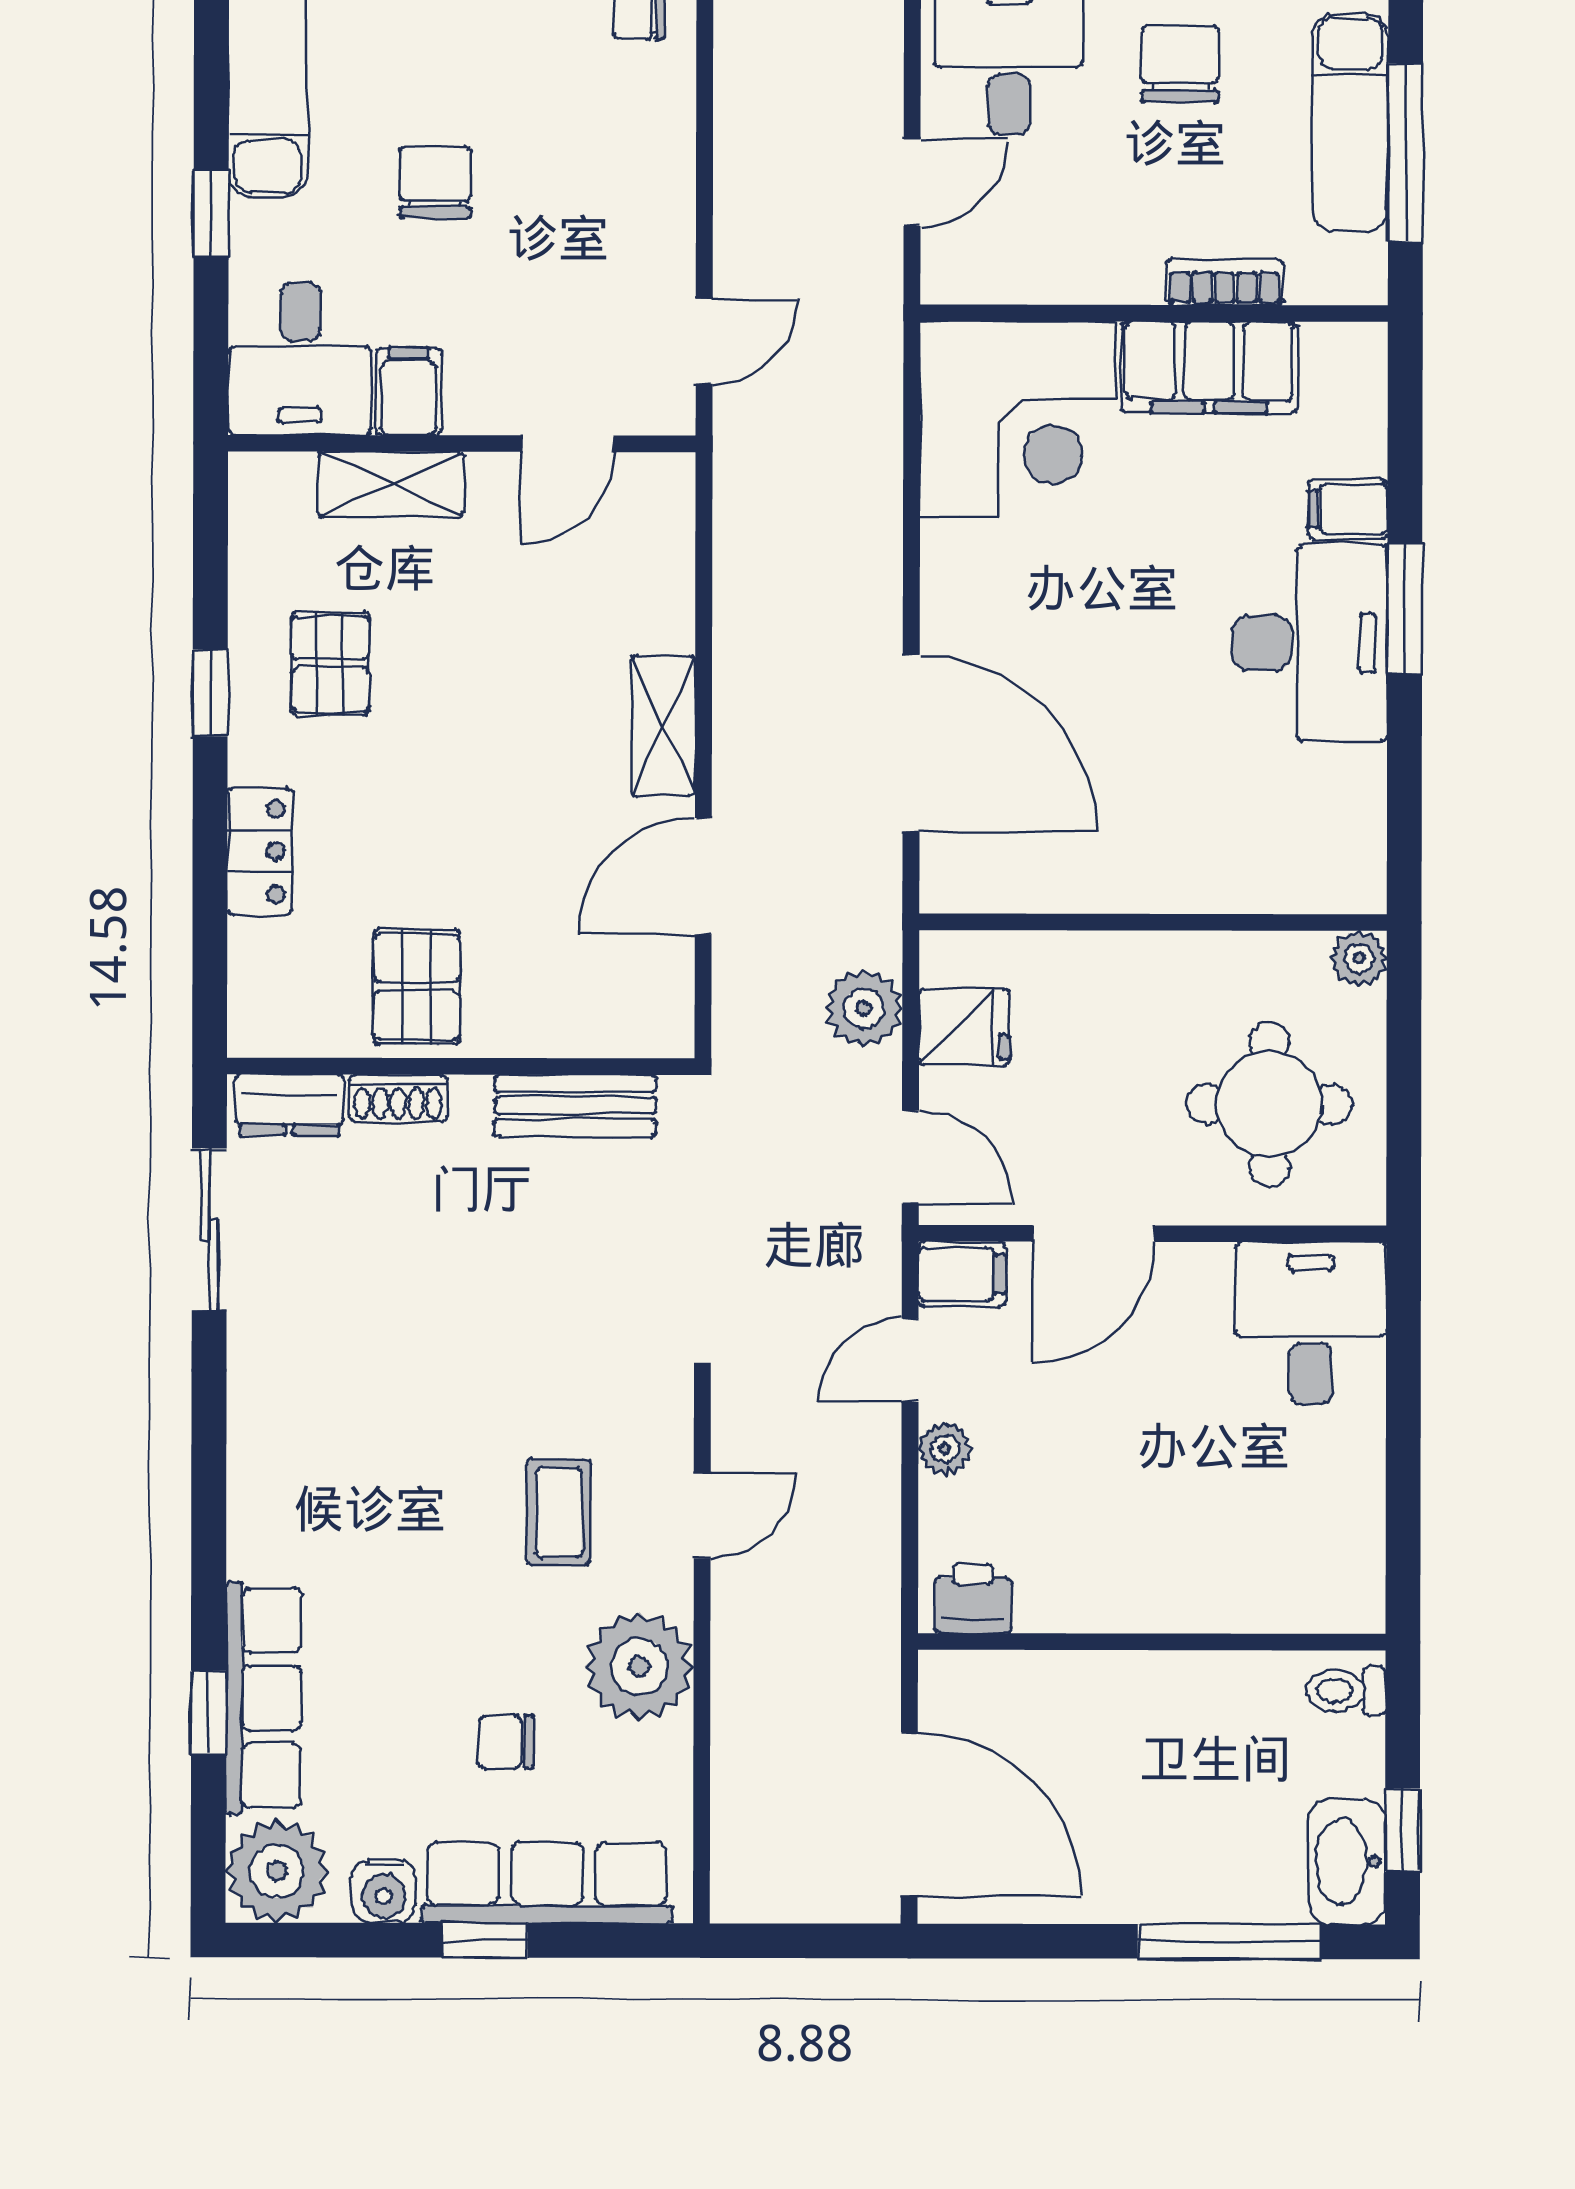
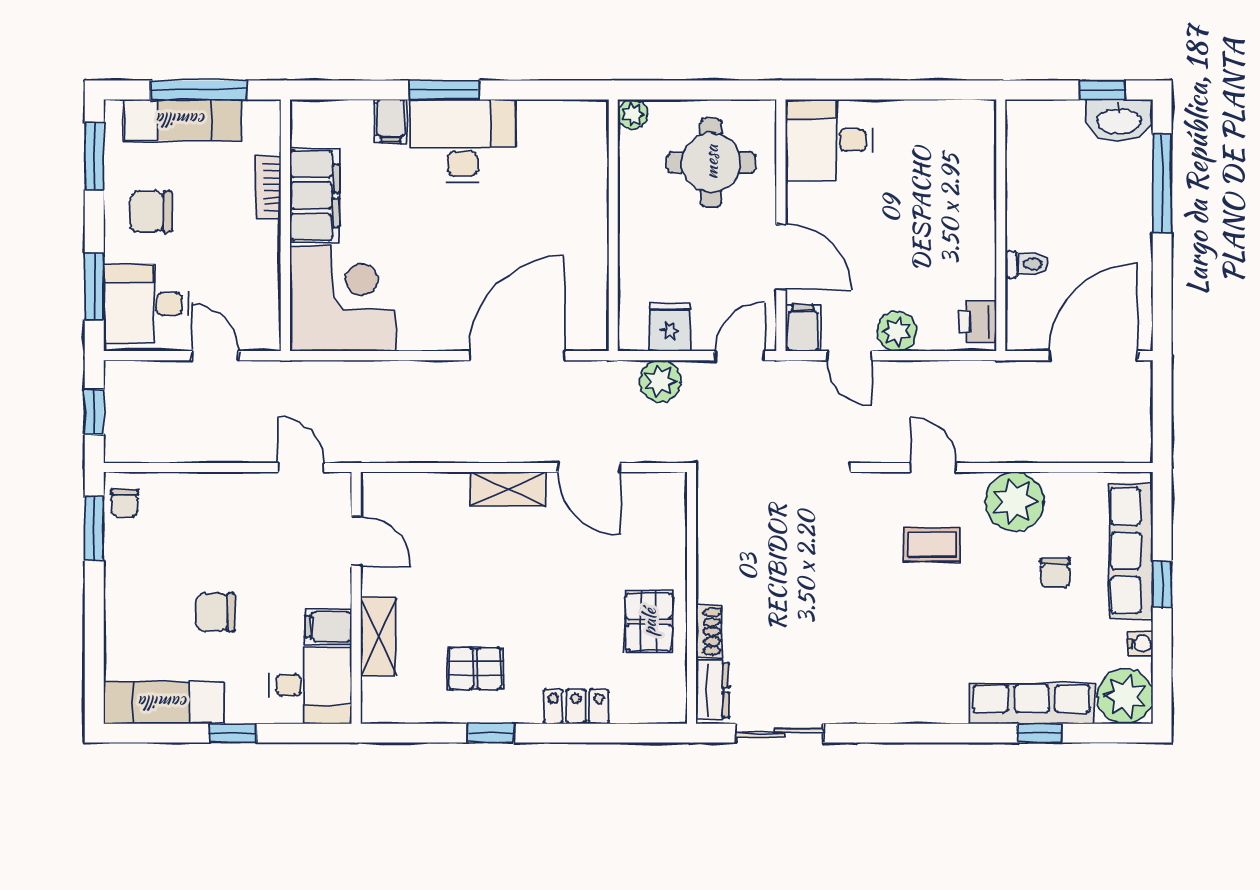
pallet: (417, 987) -> (649, 622), turned 90
bench: (575, 1106) -> (713, 536), removed
plant: (945, 1449) -> (897, 332), width x1.38, depth x1.38
toilet: (1346, 1691) -> (1027, 264), moved, turned -90
water cooler: (384, 1891) -> (1140, 643), width x0.72, depth x0.72

